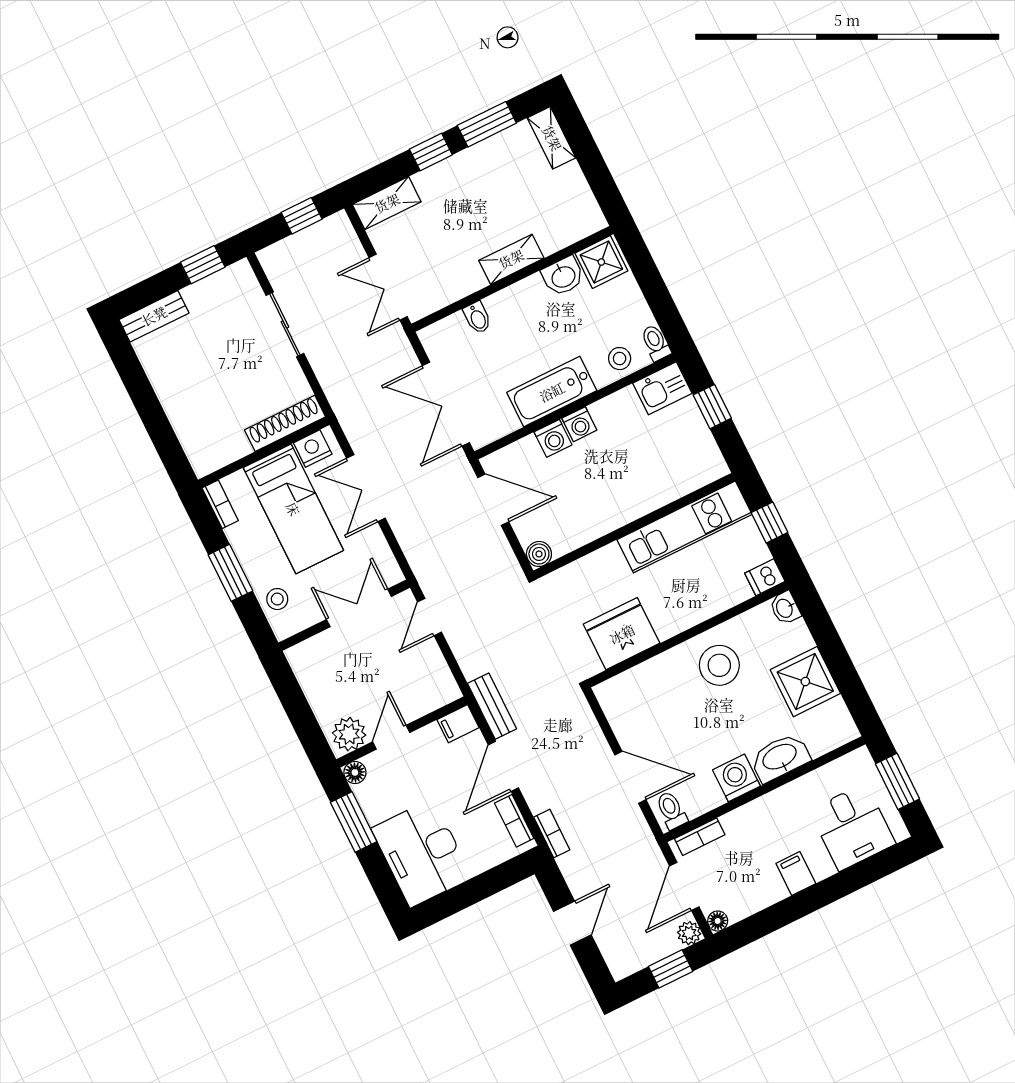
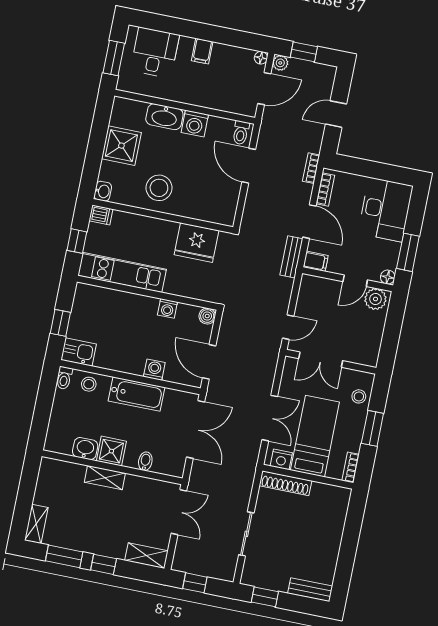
shower: (601, 262) -> (111, 451), moved
washing machine: (579, 424) -> (167, 308), moved, turned 180
door: (503, 766) -> (309, 222), hinge flipped
bookcase: (700, 837) -> (237, 108), removed

